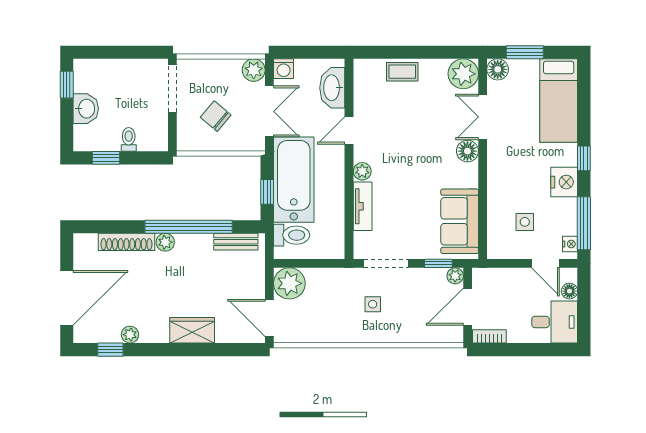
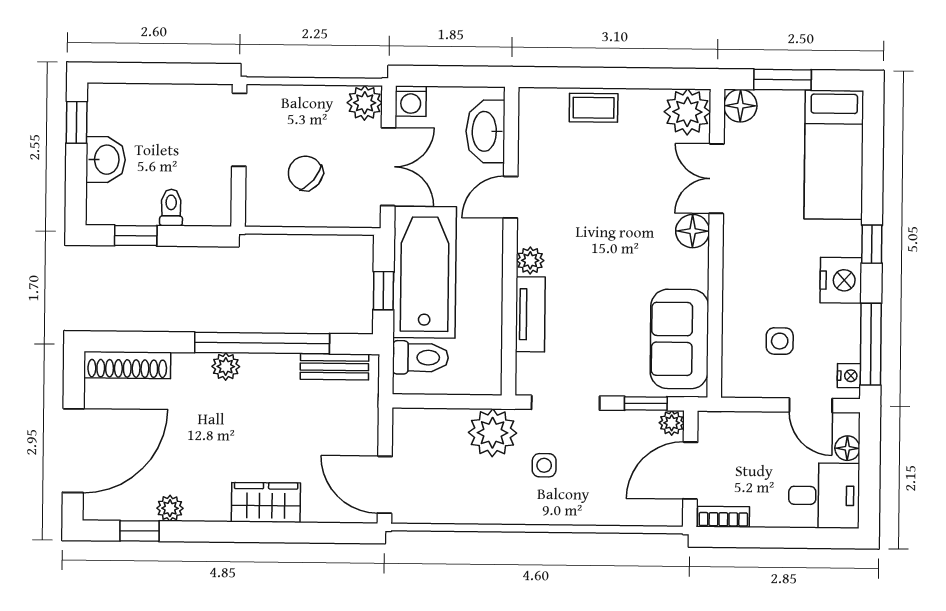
shoe rack: (126, 242) -> (127, 365), moved
plant: (289, 283) -> (492, 433), moved

